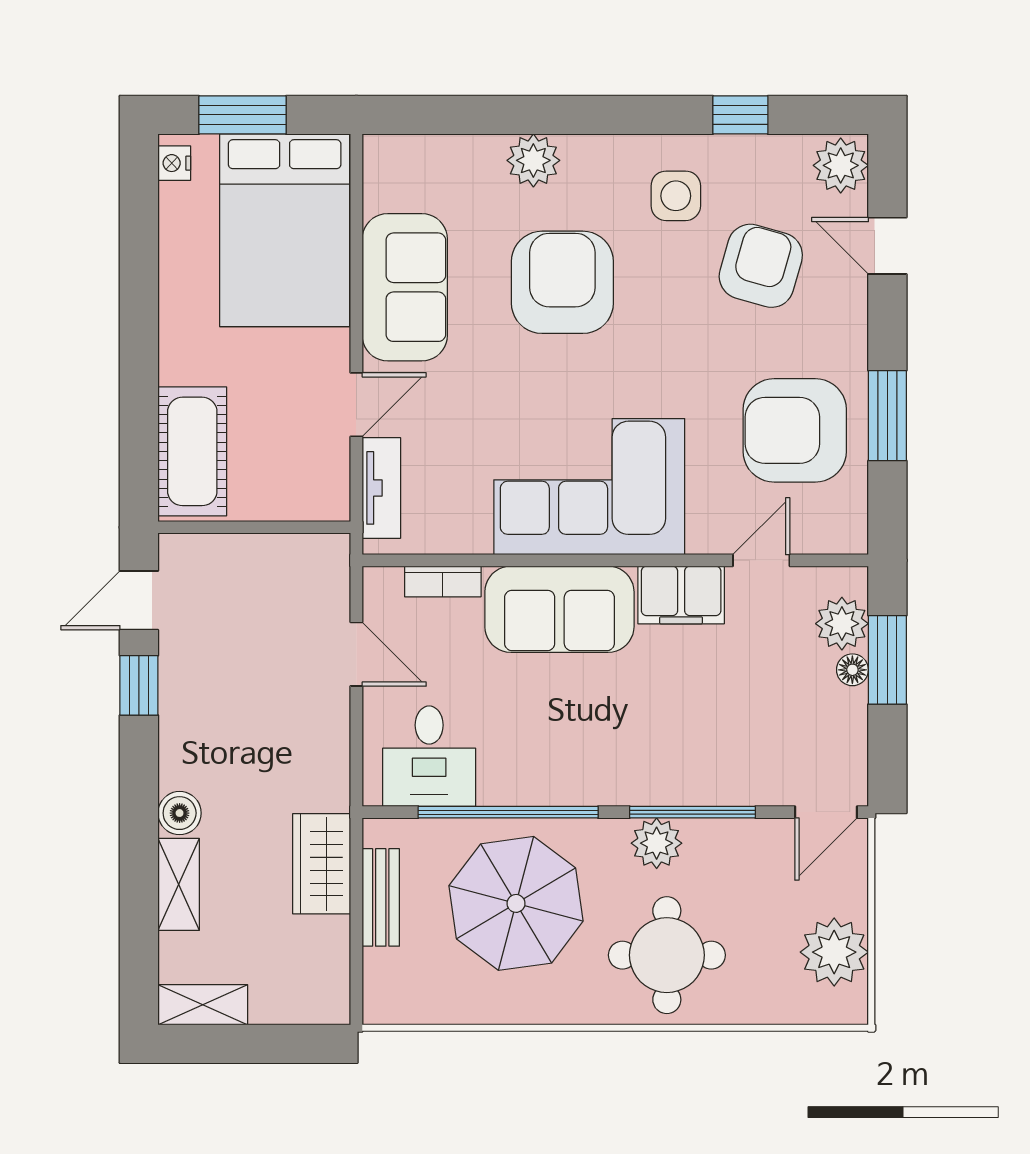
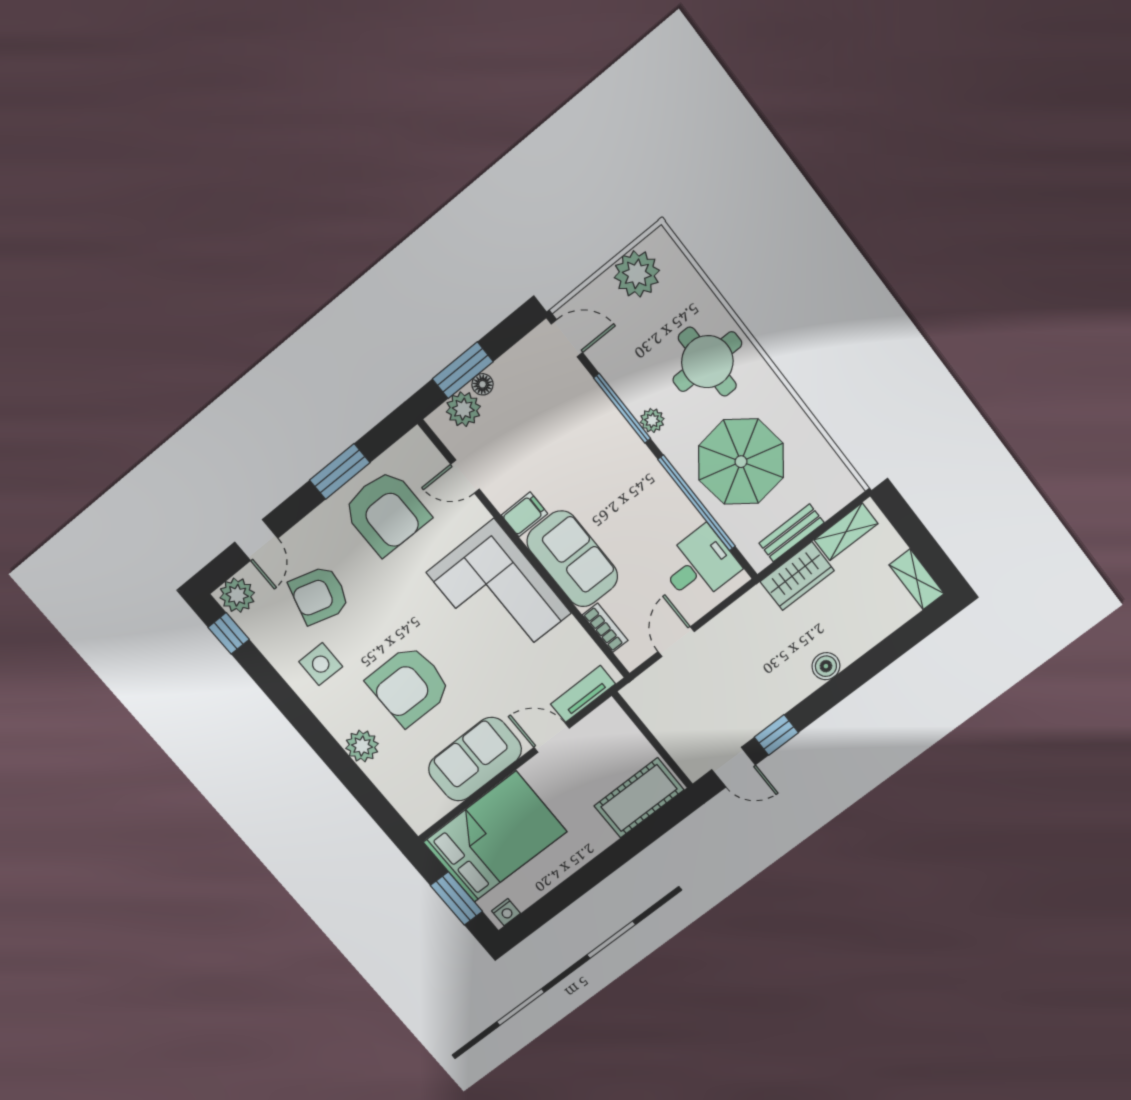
window: (740, 115) -> (229, 633), moved
filing cabinet: (681, 595) -> (524, 514), width x0.50
plant: (657, 843) -> (652, 420), width x0.73, depth x0.73
shelving: (179, 884) -> (846, 532), moved

